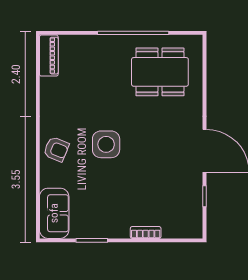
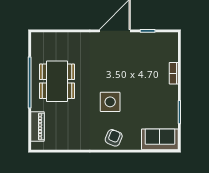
piano: (49, 56) -> (38, 127), moved, turned 90
dining table: (160, 72) -> (57, 81), moved

